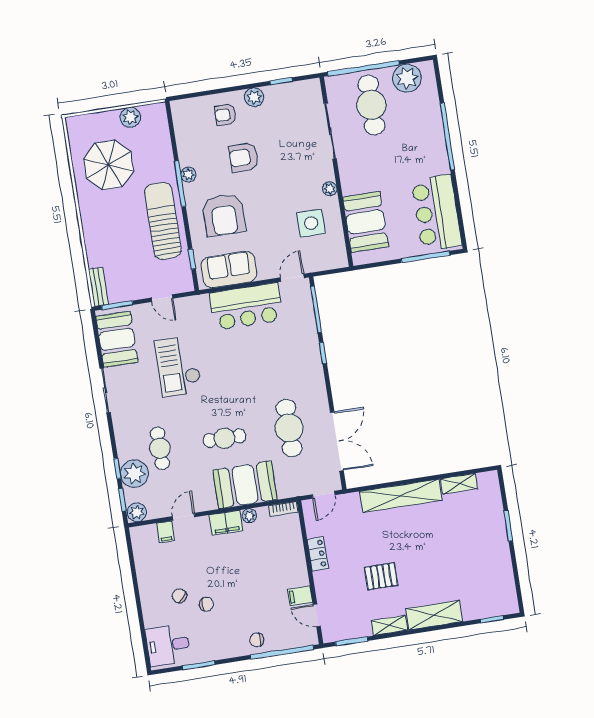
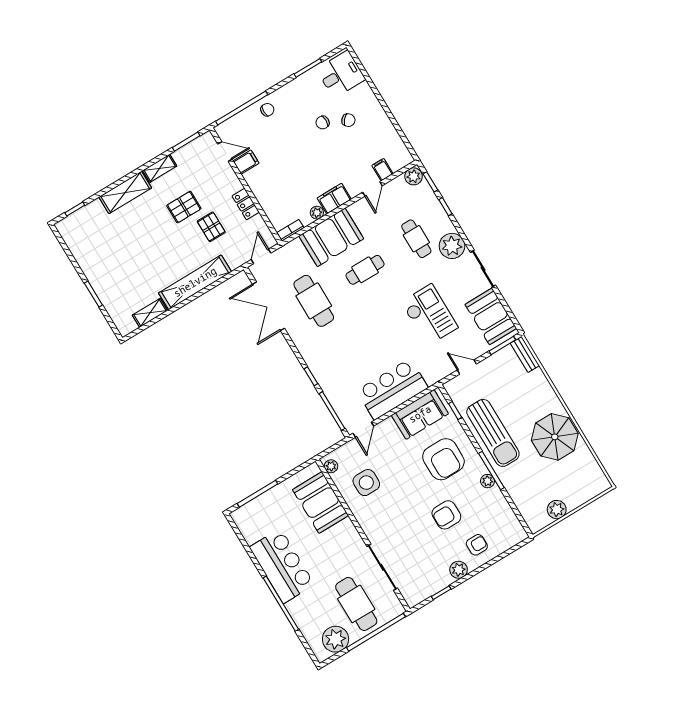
armchair: (244, 157) -> (446, 515), turned 180
parasol: (109, 165) -> (555, 437), moved
plant: (330, 189) -> (331, 466), moved
bar counter: (437, 213) -> (282, 566), moved
armchair: (224, 215) -> (443, 459), turned 180
plant: (134, 474) -> (452, 246), moved
pallet: (362, 545) -> (211, 227), added

